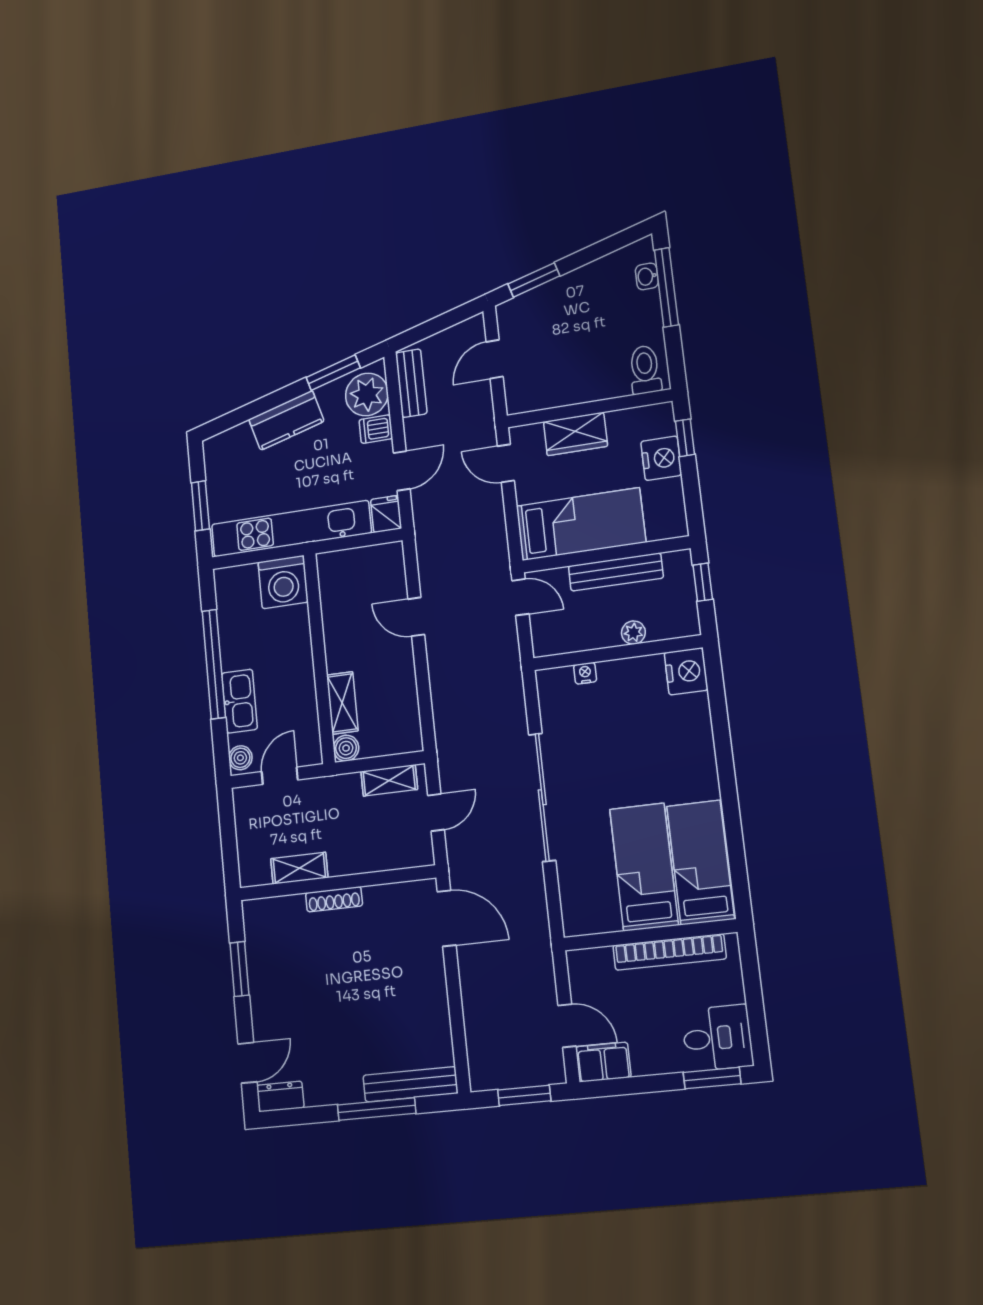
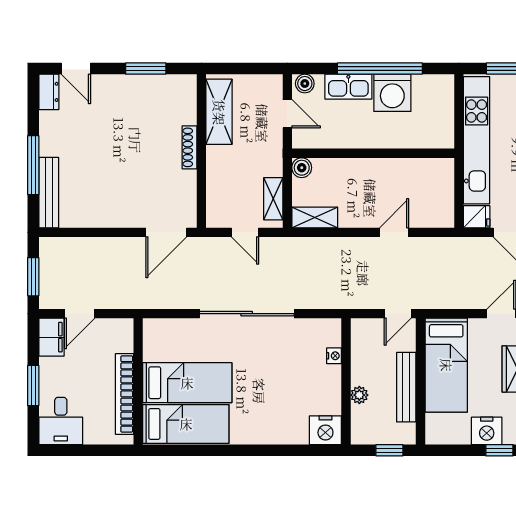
washing machine: (283, 582) -> (392, 93), moved, turned -90
shelving: (342, 703) -> (315, 217), moved
shelving: (299, 868) -> (219, 112), width x1.50, depth x1.33
window: (712, 1078) -> (33, 386), moved

